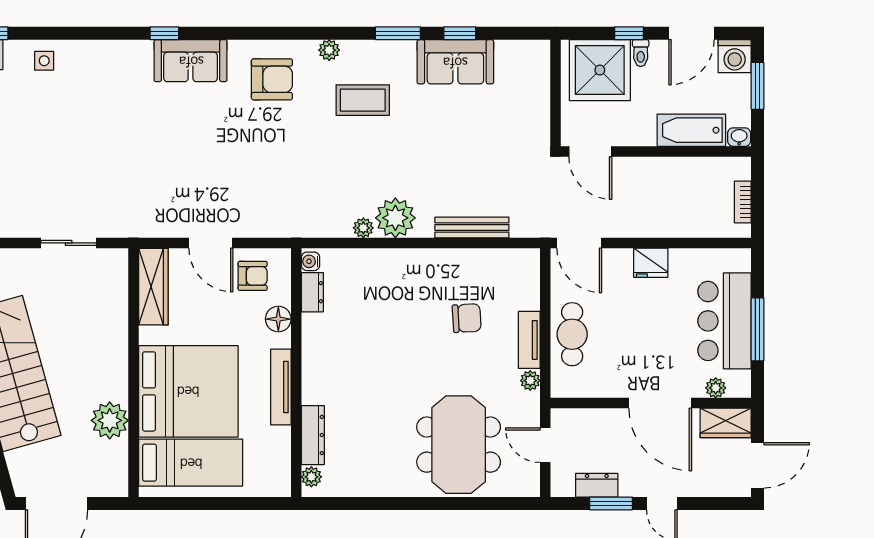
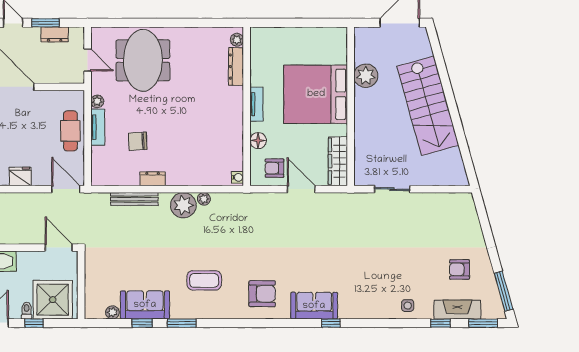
plant: (329, 50) -> (112, 312), moved
armchair: (272, 79) -> (262, 294), turned 180
dresser: (312, 292) -> (153, 179), moved, turned 90
tv unit: (281, 387) -> (256, 104), width x0.71
bed: (191, 463) -> (314, 49), removed

